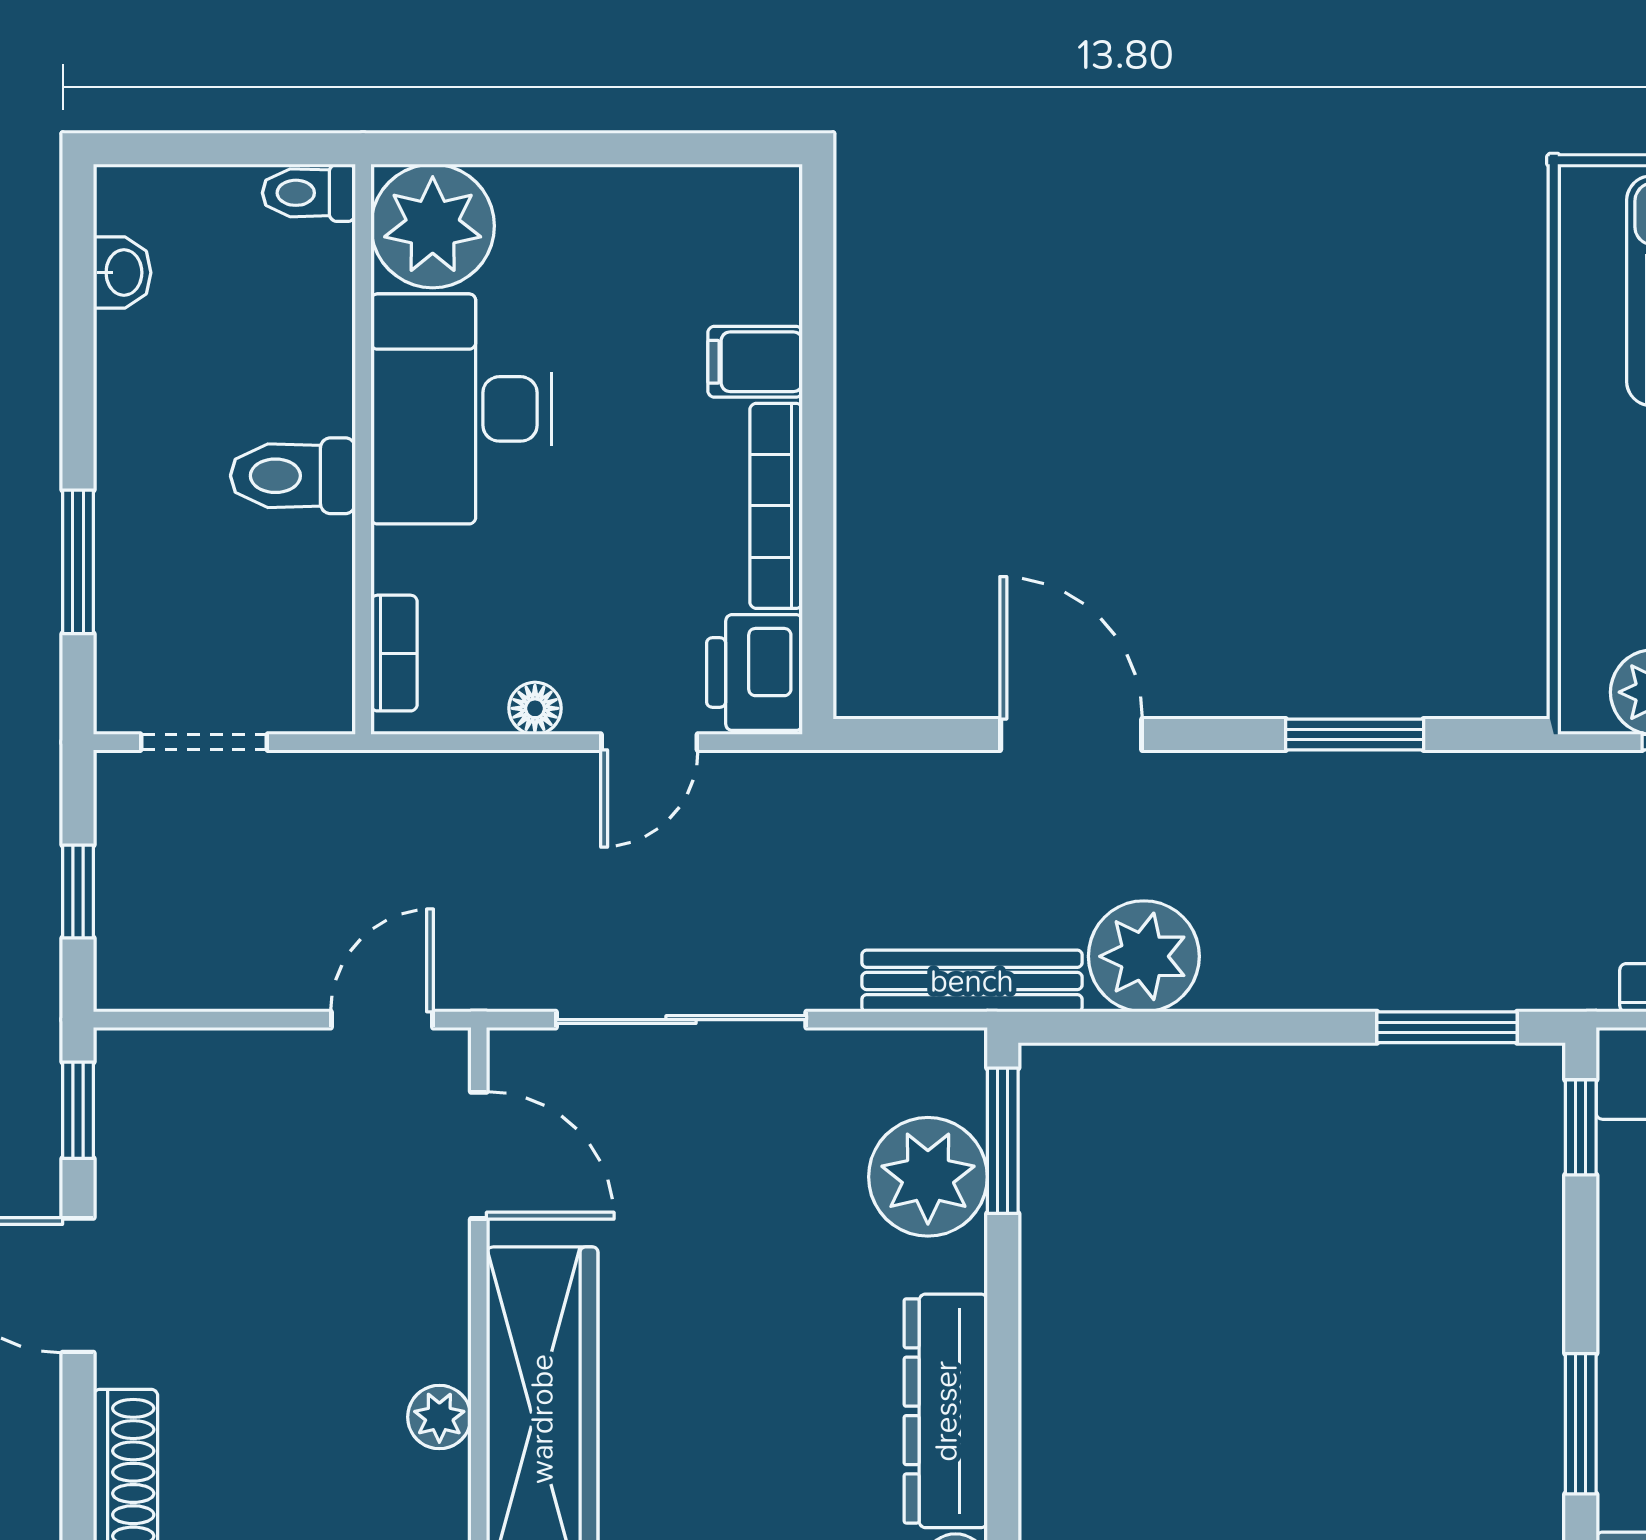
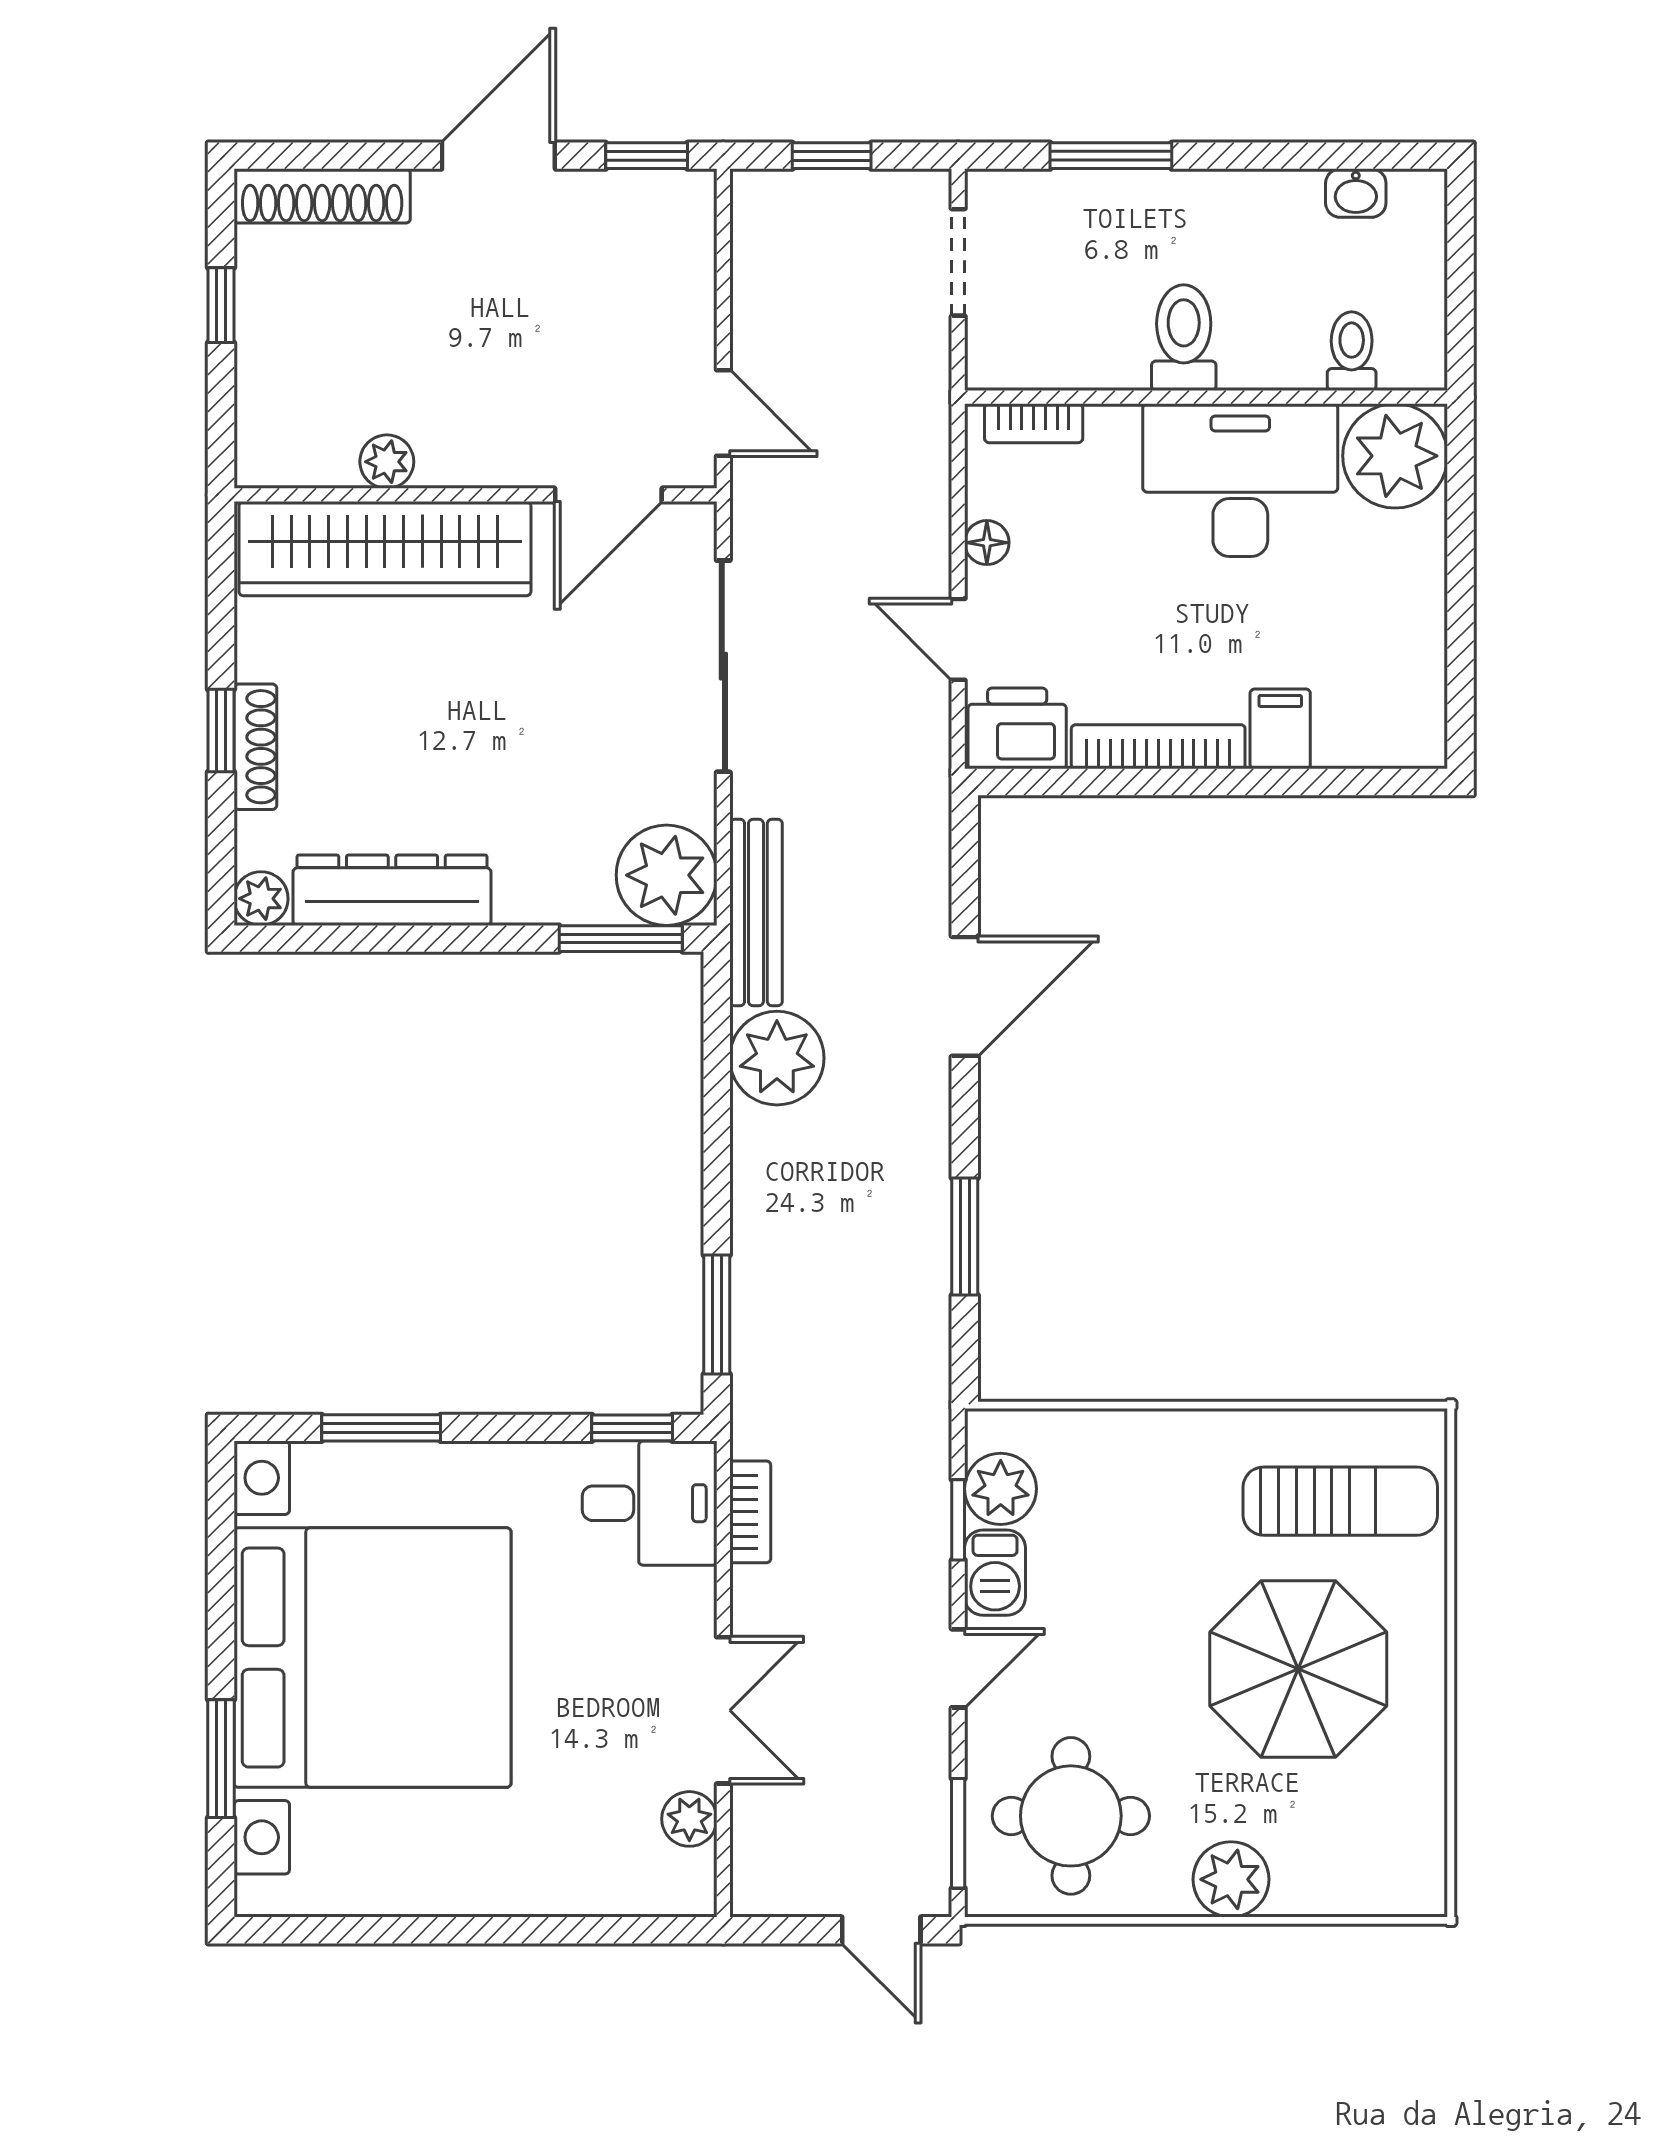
toilet: (309, 193) -> (1352, 351), moved
plant: (928, 1177) -> (667, 875), moved

